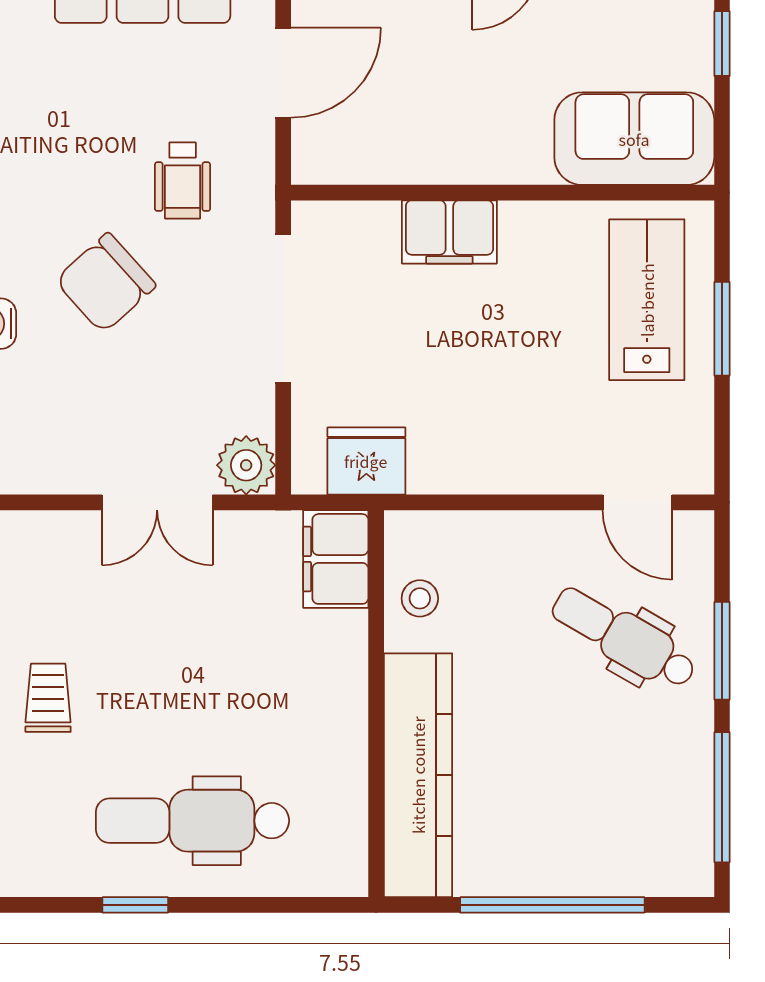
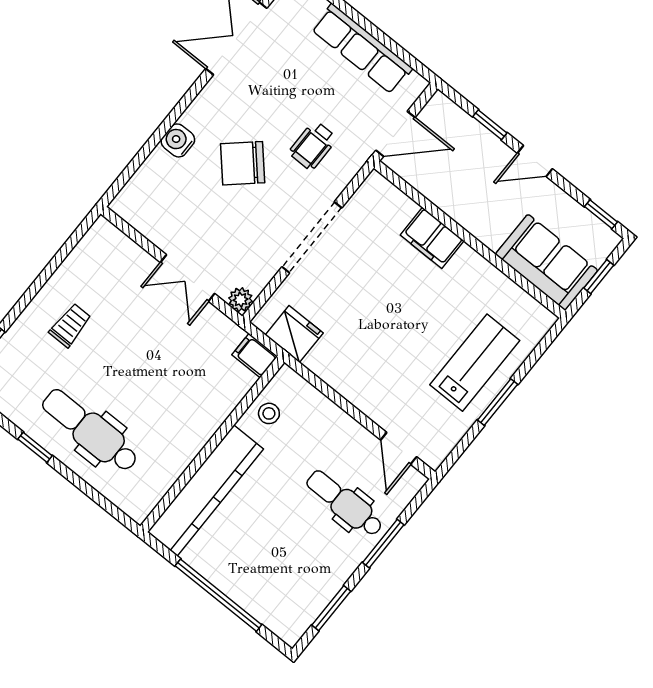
sofa: (634, 139) -> (547, 262), moved
wall: (503, 193) -> (470, 239), moved
filing cabinet: (449, 232) -> (432, 238), moved
plant: (246, 465) -> (241, 300), width x0.73, depth x0.73
filing cabinet: (336, 559) -> (255, 356), width x0.50
dental chair: (624, 638) -> (345, 503), turned -30
window: (722, 797) -> (331, 608), width x0.69

